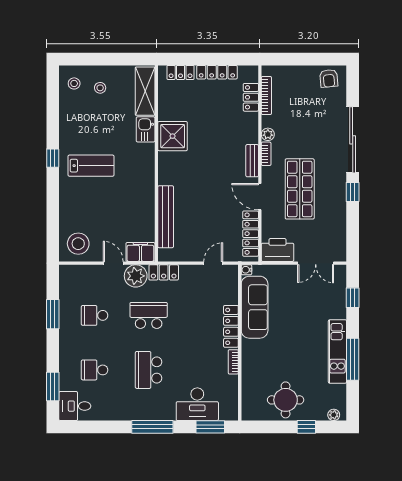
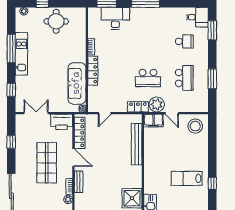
window: (353, 192) -> (11, 142), moved
school desk: (95, 315) -> (184, 78), width x1.85
school desk: (149, 370) -> (148, 41), removed

